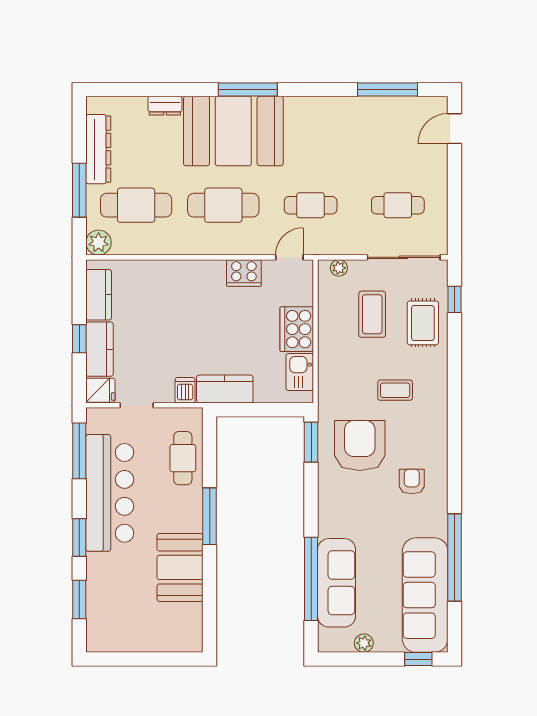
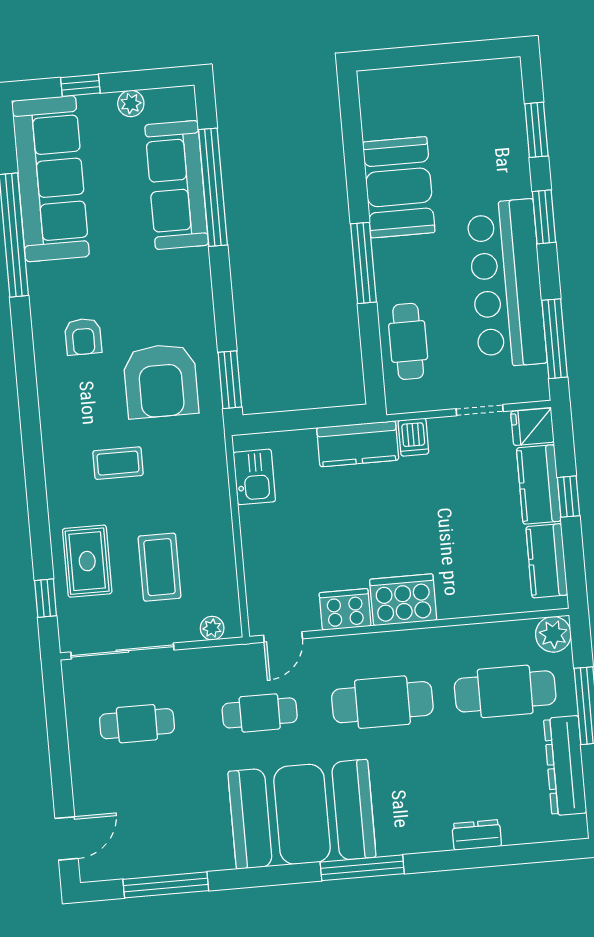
booth: (233, 131) -> (302, 814), moved
cooker: (297, 329) -> (403, 600), moved, turned -90
window: (418, 659) -> (80, 85), moved

